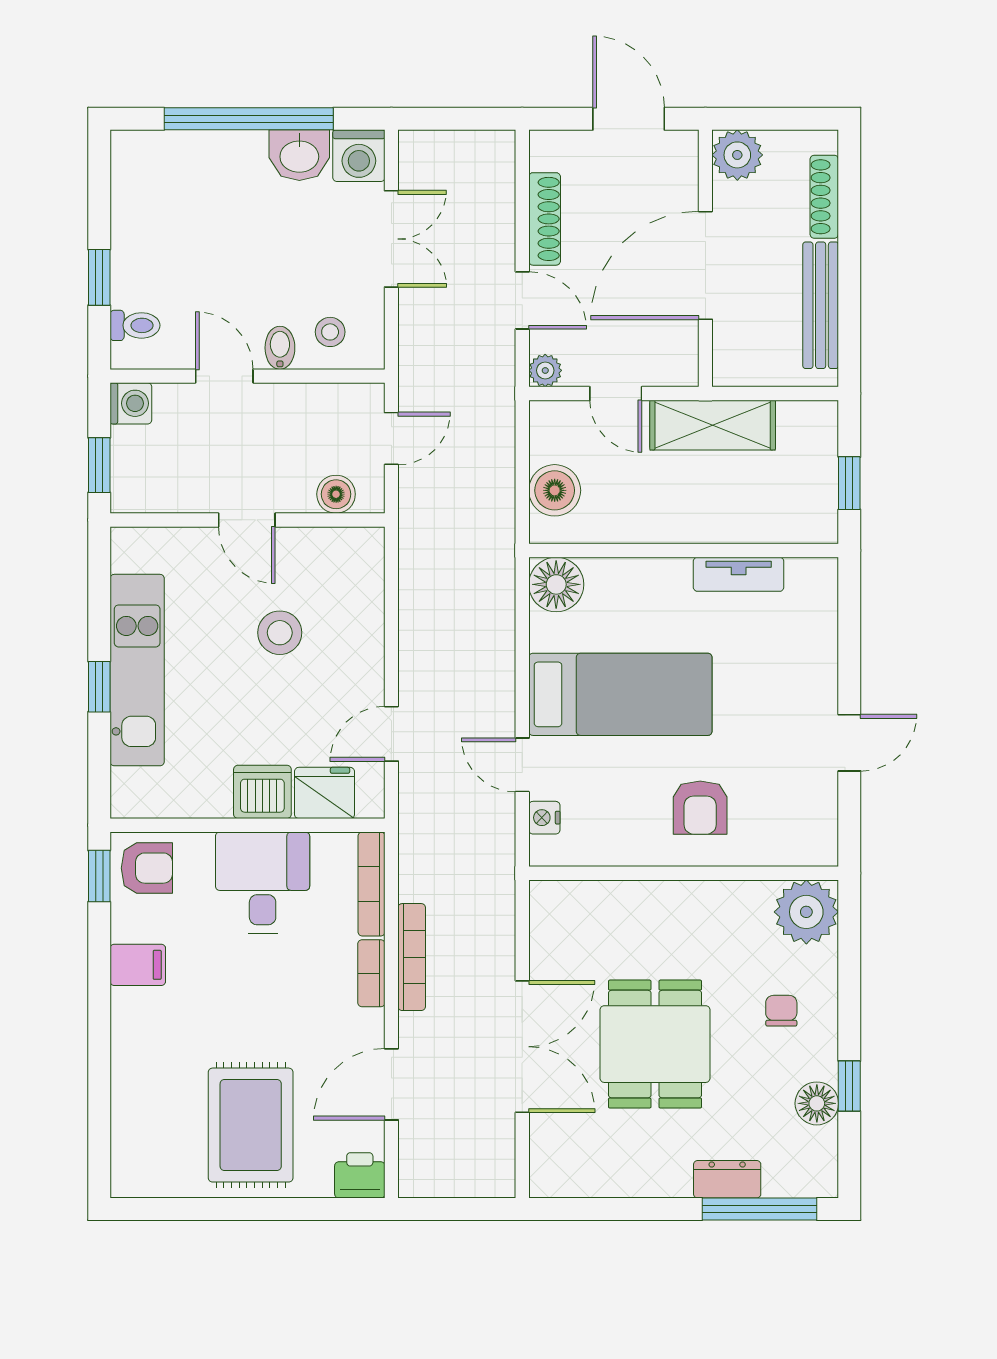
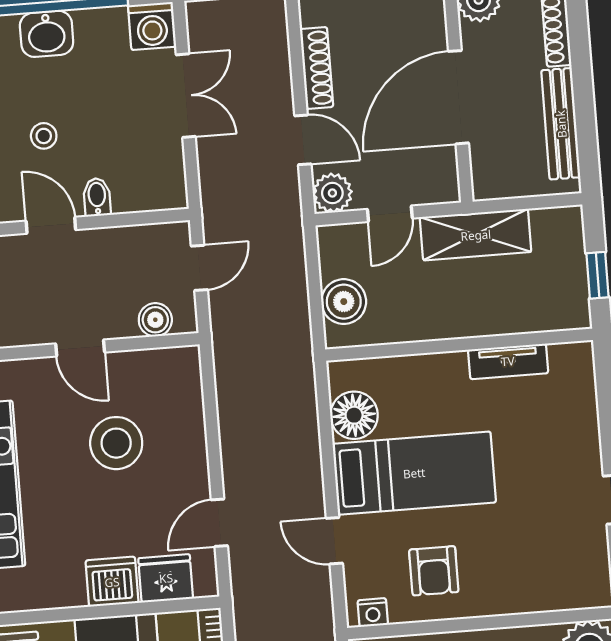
washbasin: (299, 155) -> (47, 34), moved
stool: (330, 332) -> (44, 136), moved
plant: (545, 370) -> (332, 193), width x1.38, depth x1.38
door: (616, 393) -> (390, 214), hinge flipped
floor lamp: (556, 584) -> (354, 415), moved
stool: (280, 633) -> (116, 443), width x1.38, depth x1.38
armchair: (700, 808) -> (434, 571), moved
nightstand: (544, 818) -> (373, 613), moved, turned -90

